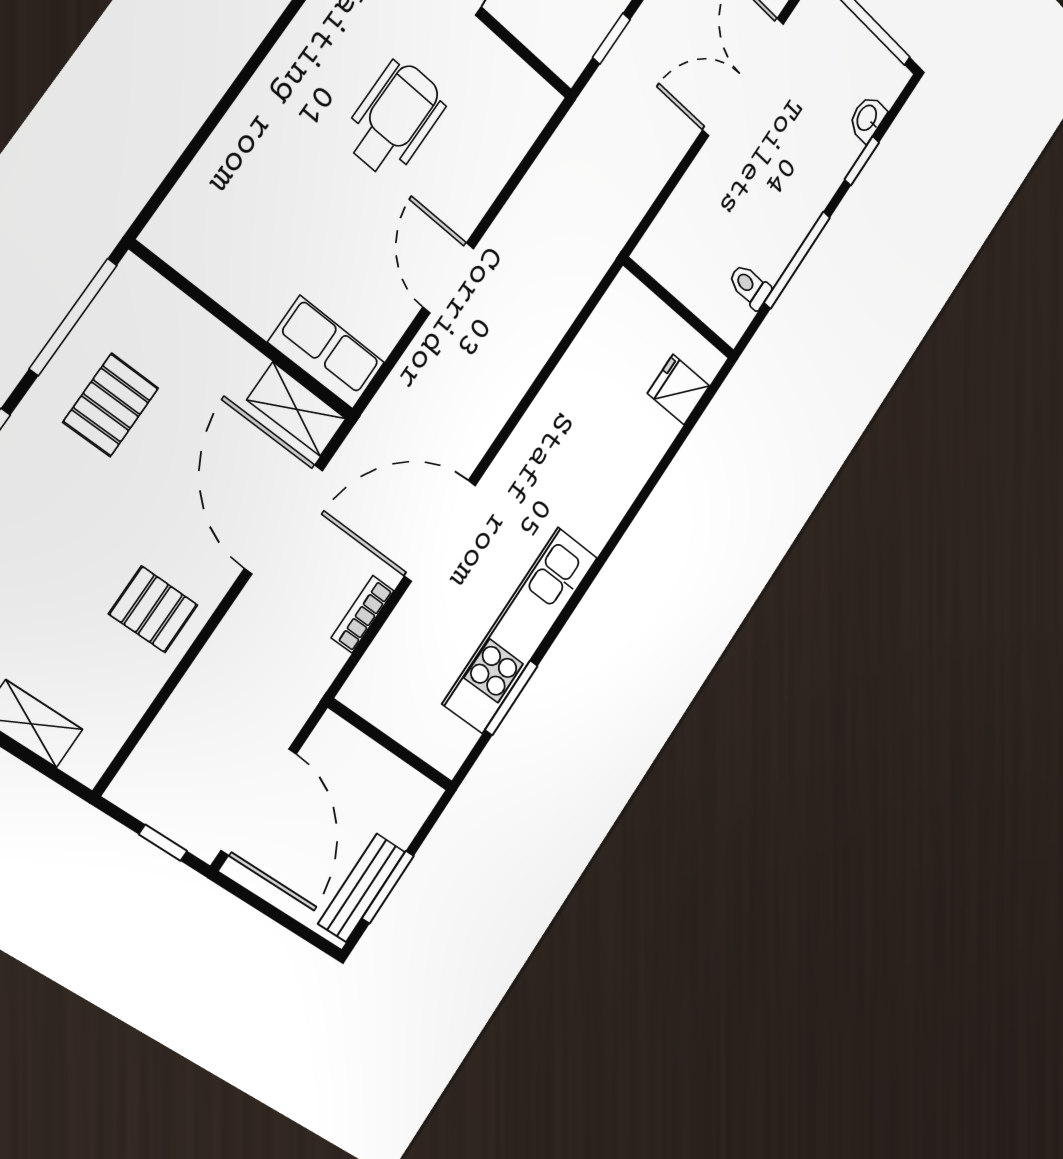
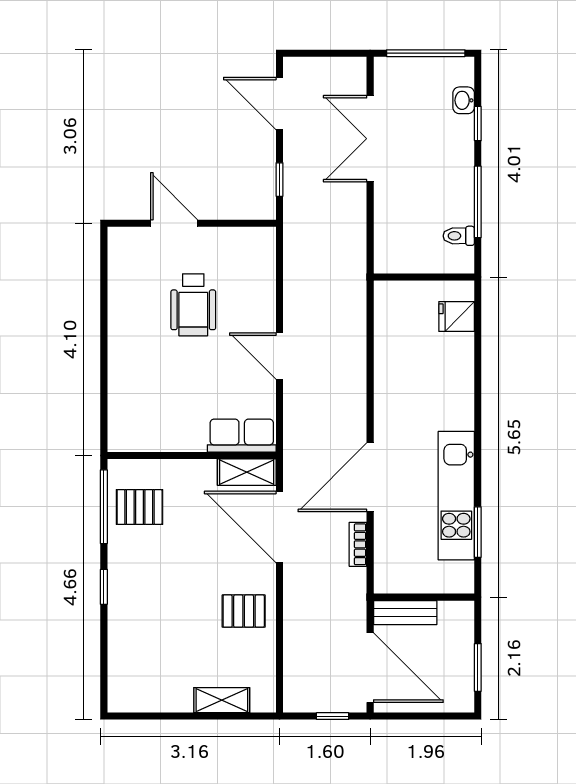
wheelchair: (395, 119) -> (193, 305), turned 180
pallet: (111, 405) -> (140, 507), moved, turned 90
bench: (362, 888) -> (405, 613), moved, turned 90

